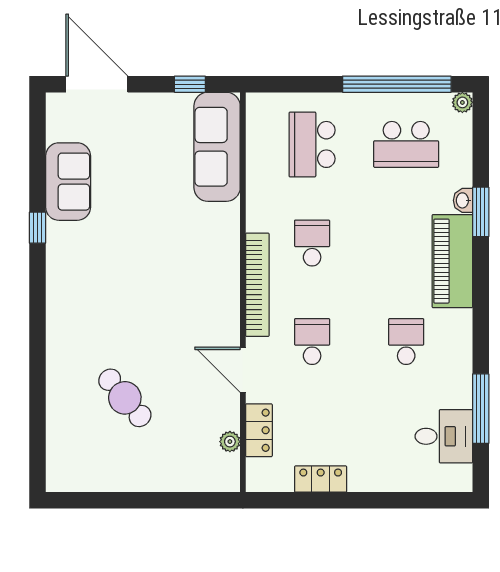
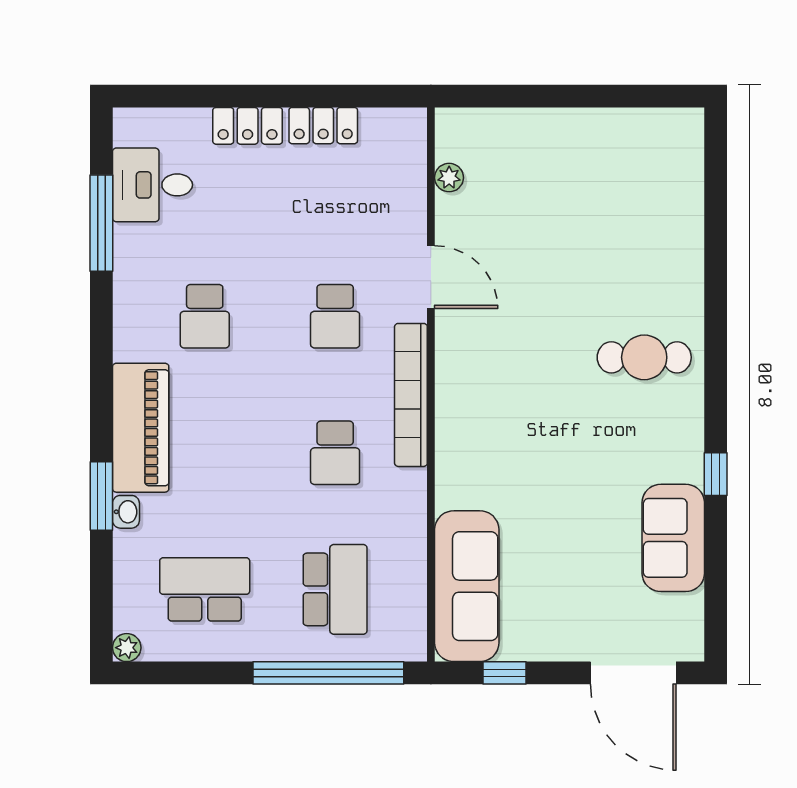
window: (397, 84) -> (328, 673), moved
cafe table: (125, 398) -> (644, 357), moved, turned -50
locker: (259, 430) -> (248, 126), moved, turned -90

